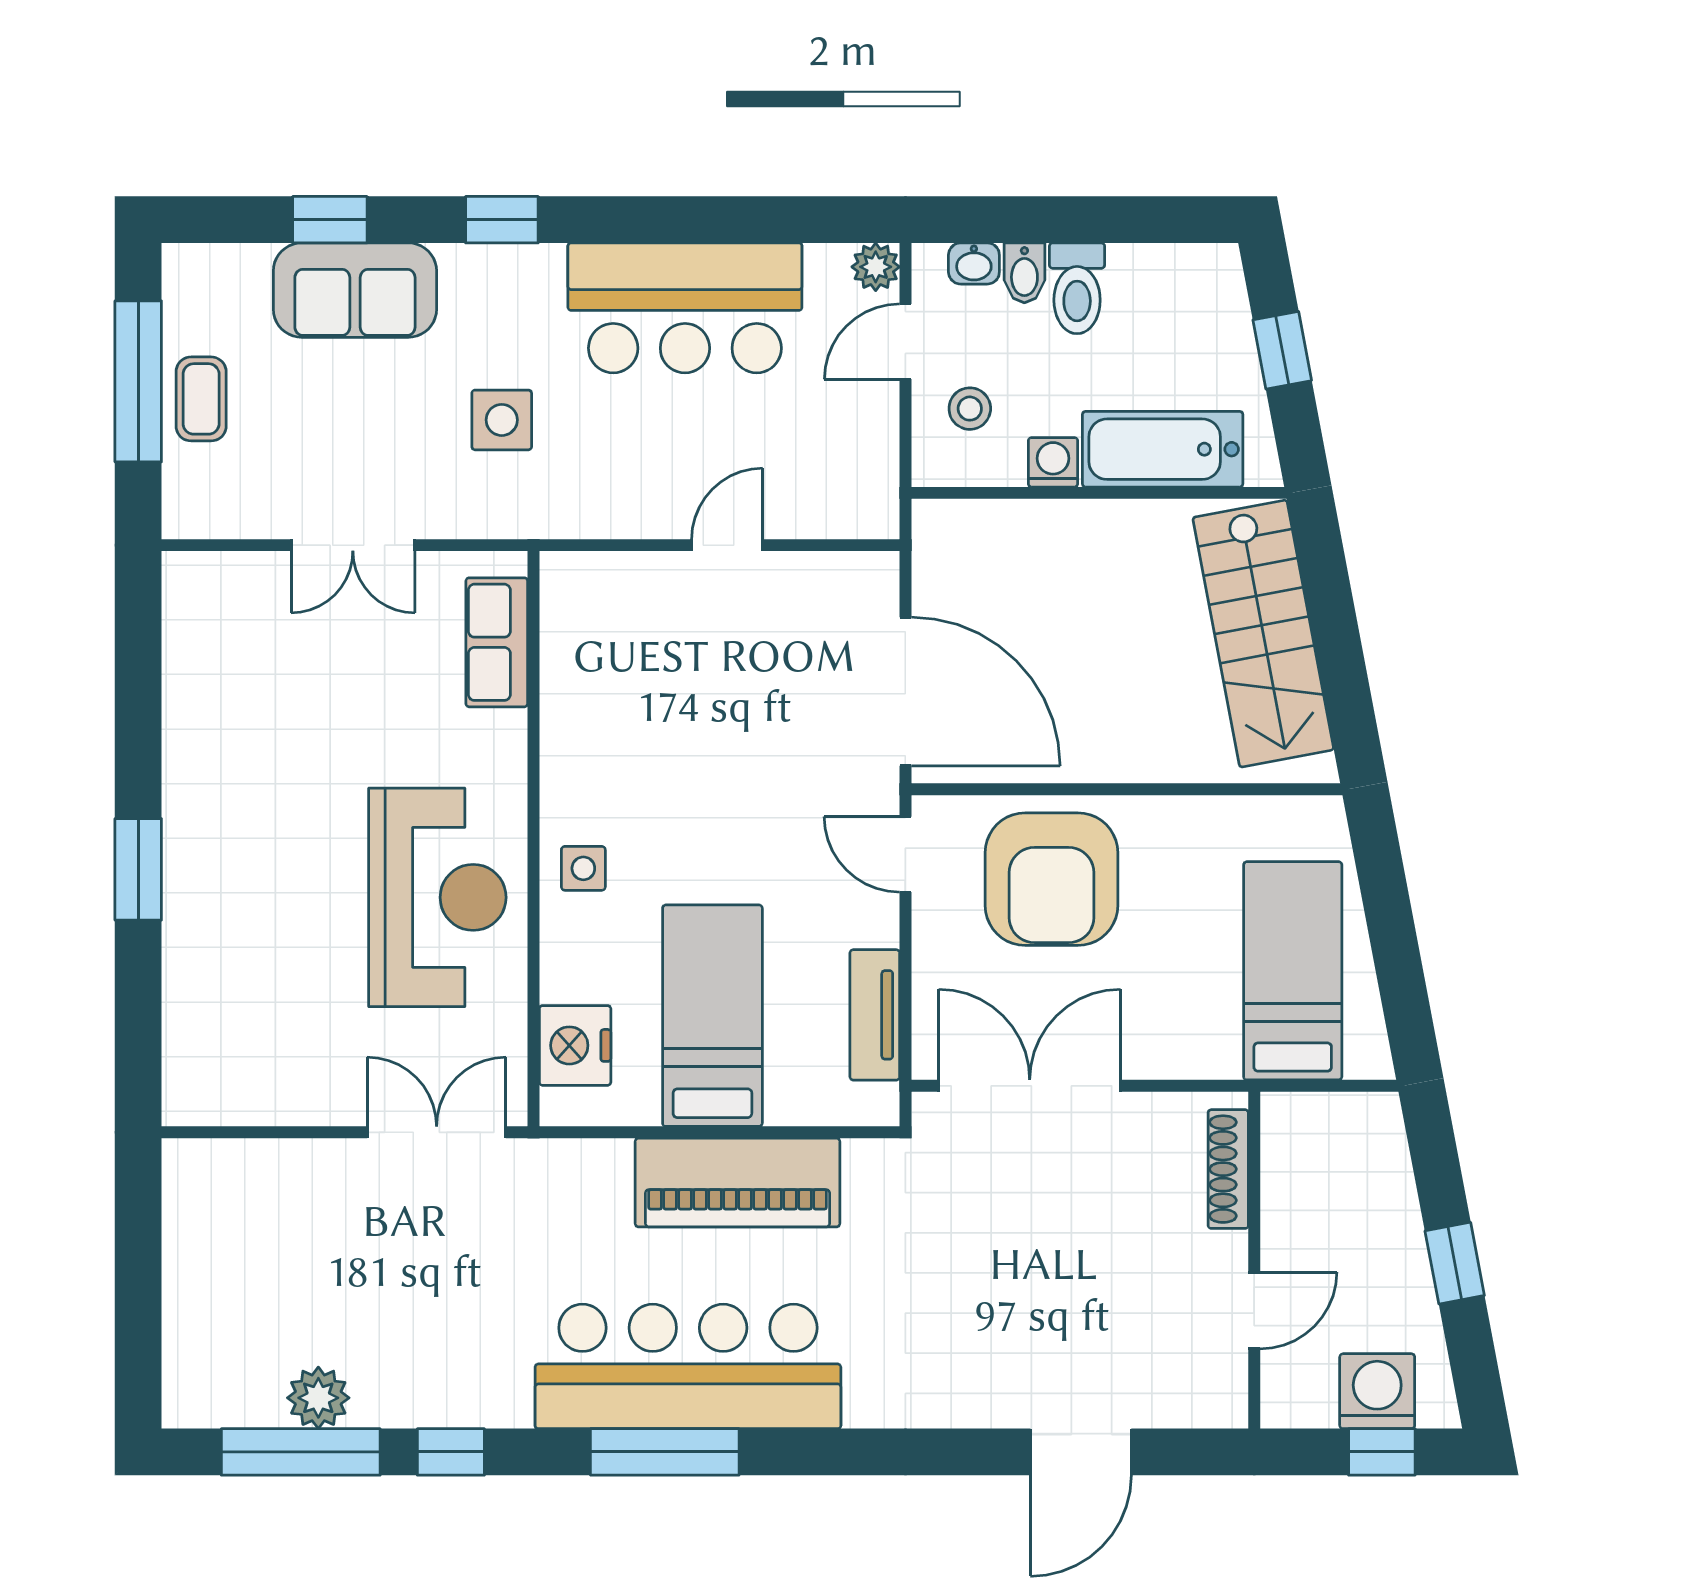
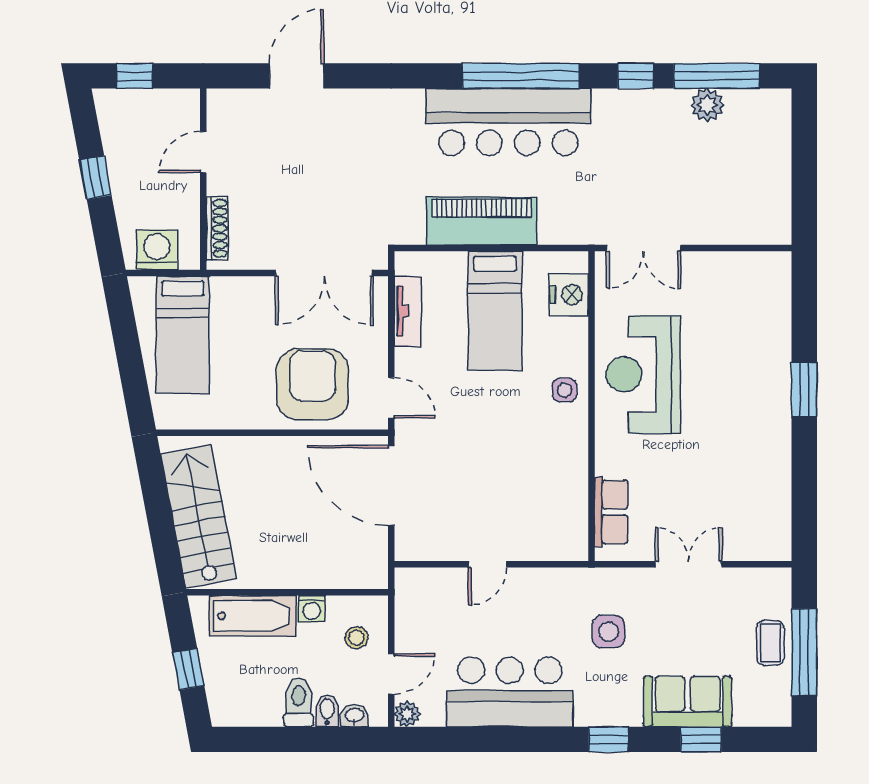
washing machine: (1377, 1391) -> (157, 250), moved, turned 180
window: (665, 1452) -> (521, 76), width x1.46

